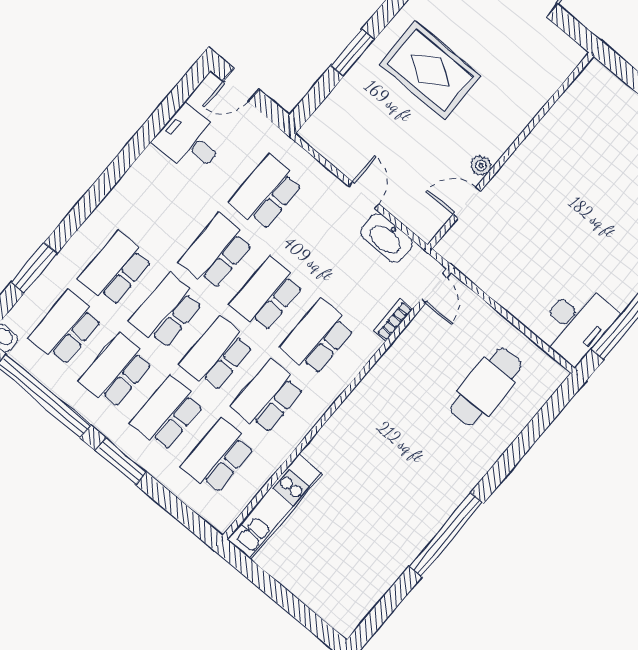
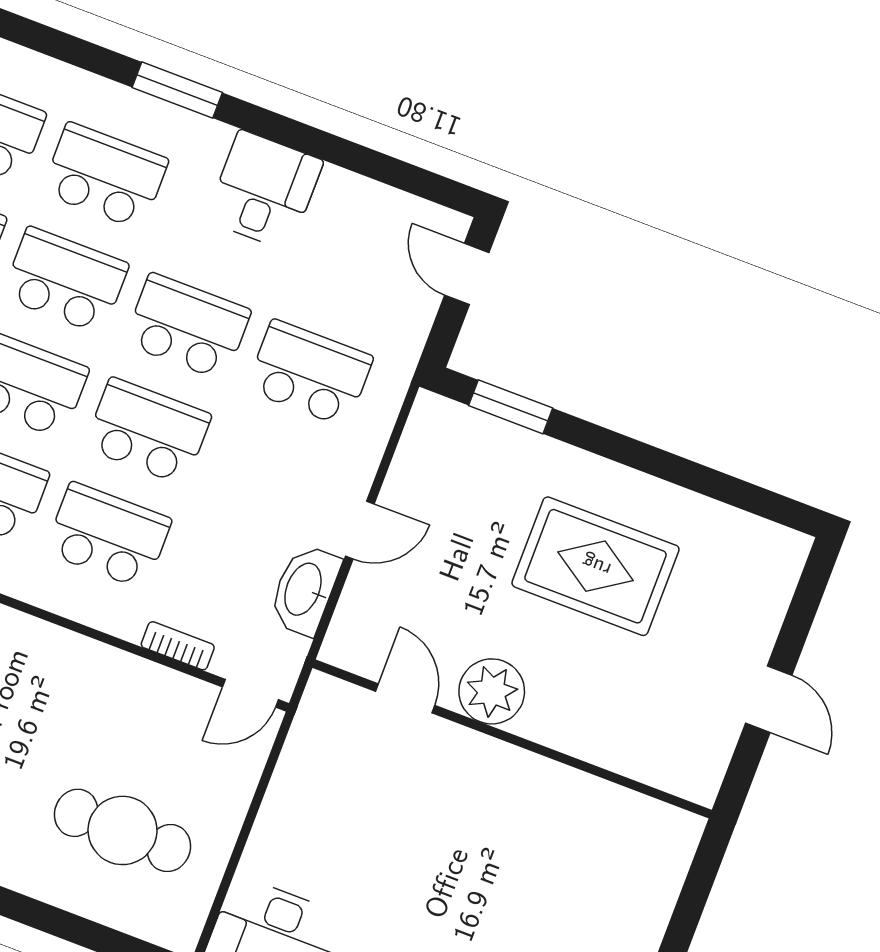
window: (352, 53) -> (511, 407), moved
rug: (430, 70) -> (596, 566), turned 90
desk: (190, 140) -> (264, 190), moved
plant: (481, 165) -> (492, 691), width x1.87, depth x1.87
window: (34, 268) -> (177, 90), moved

